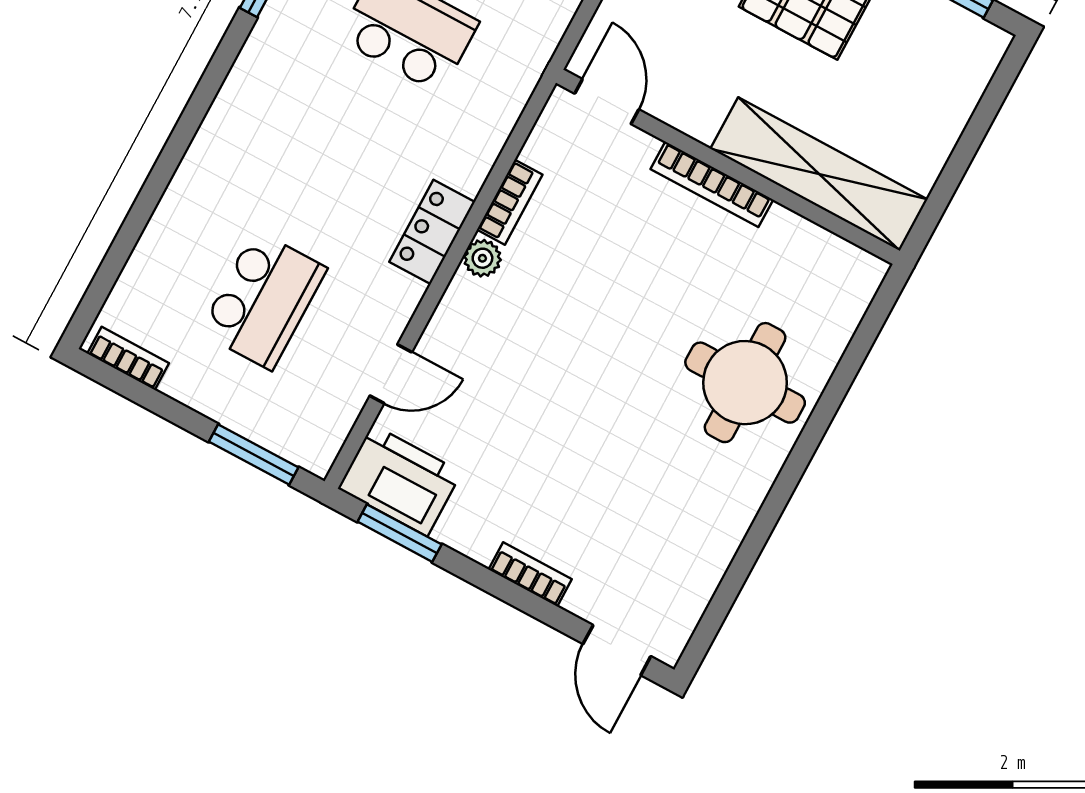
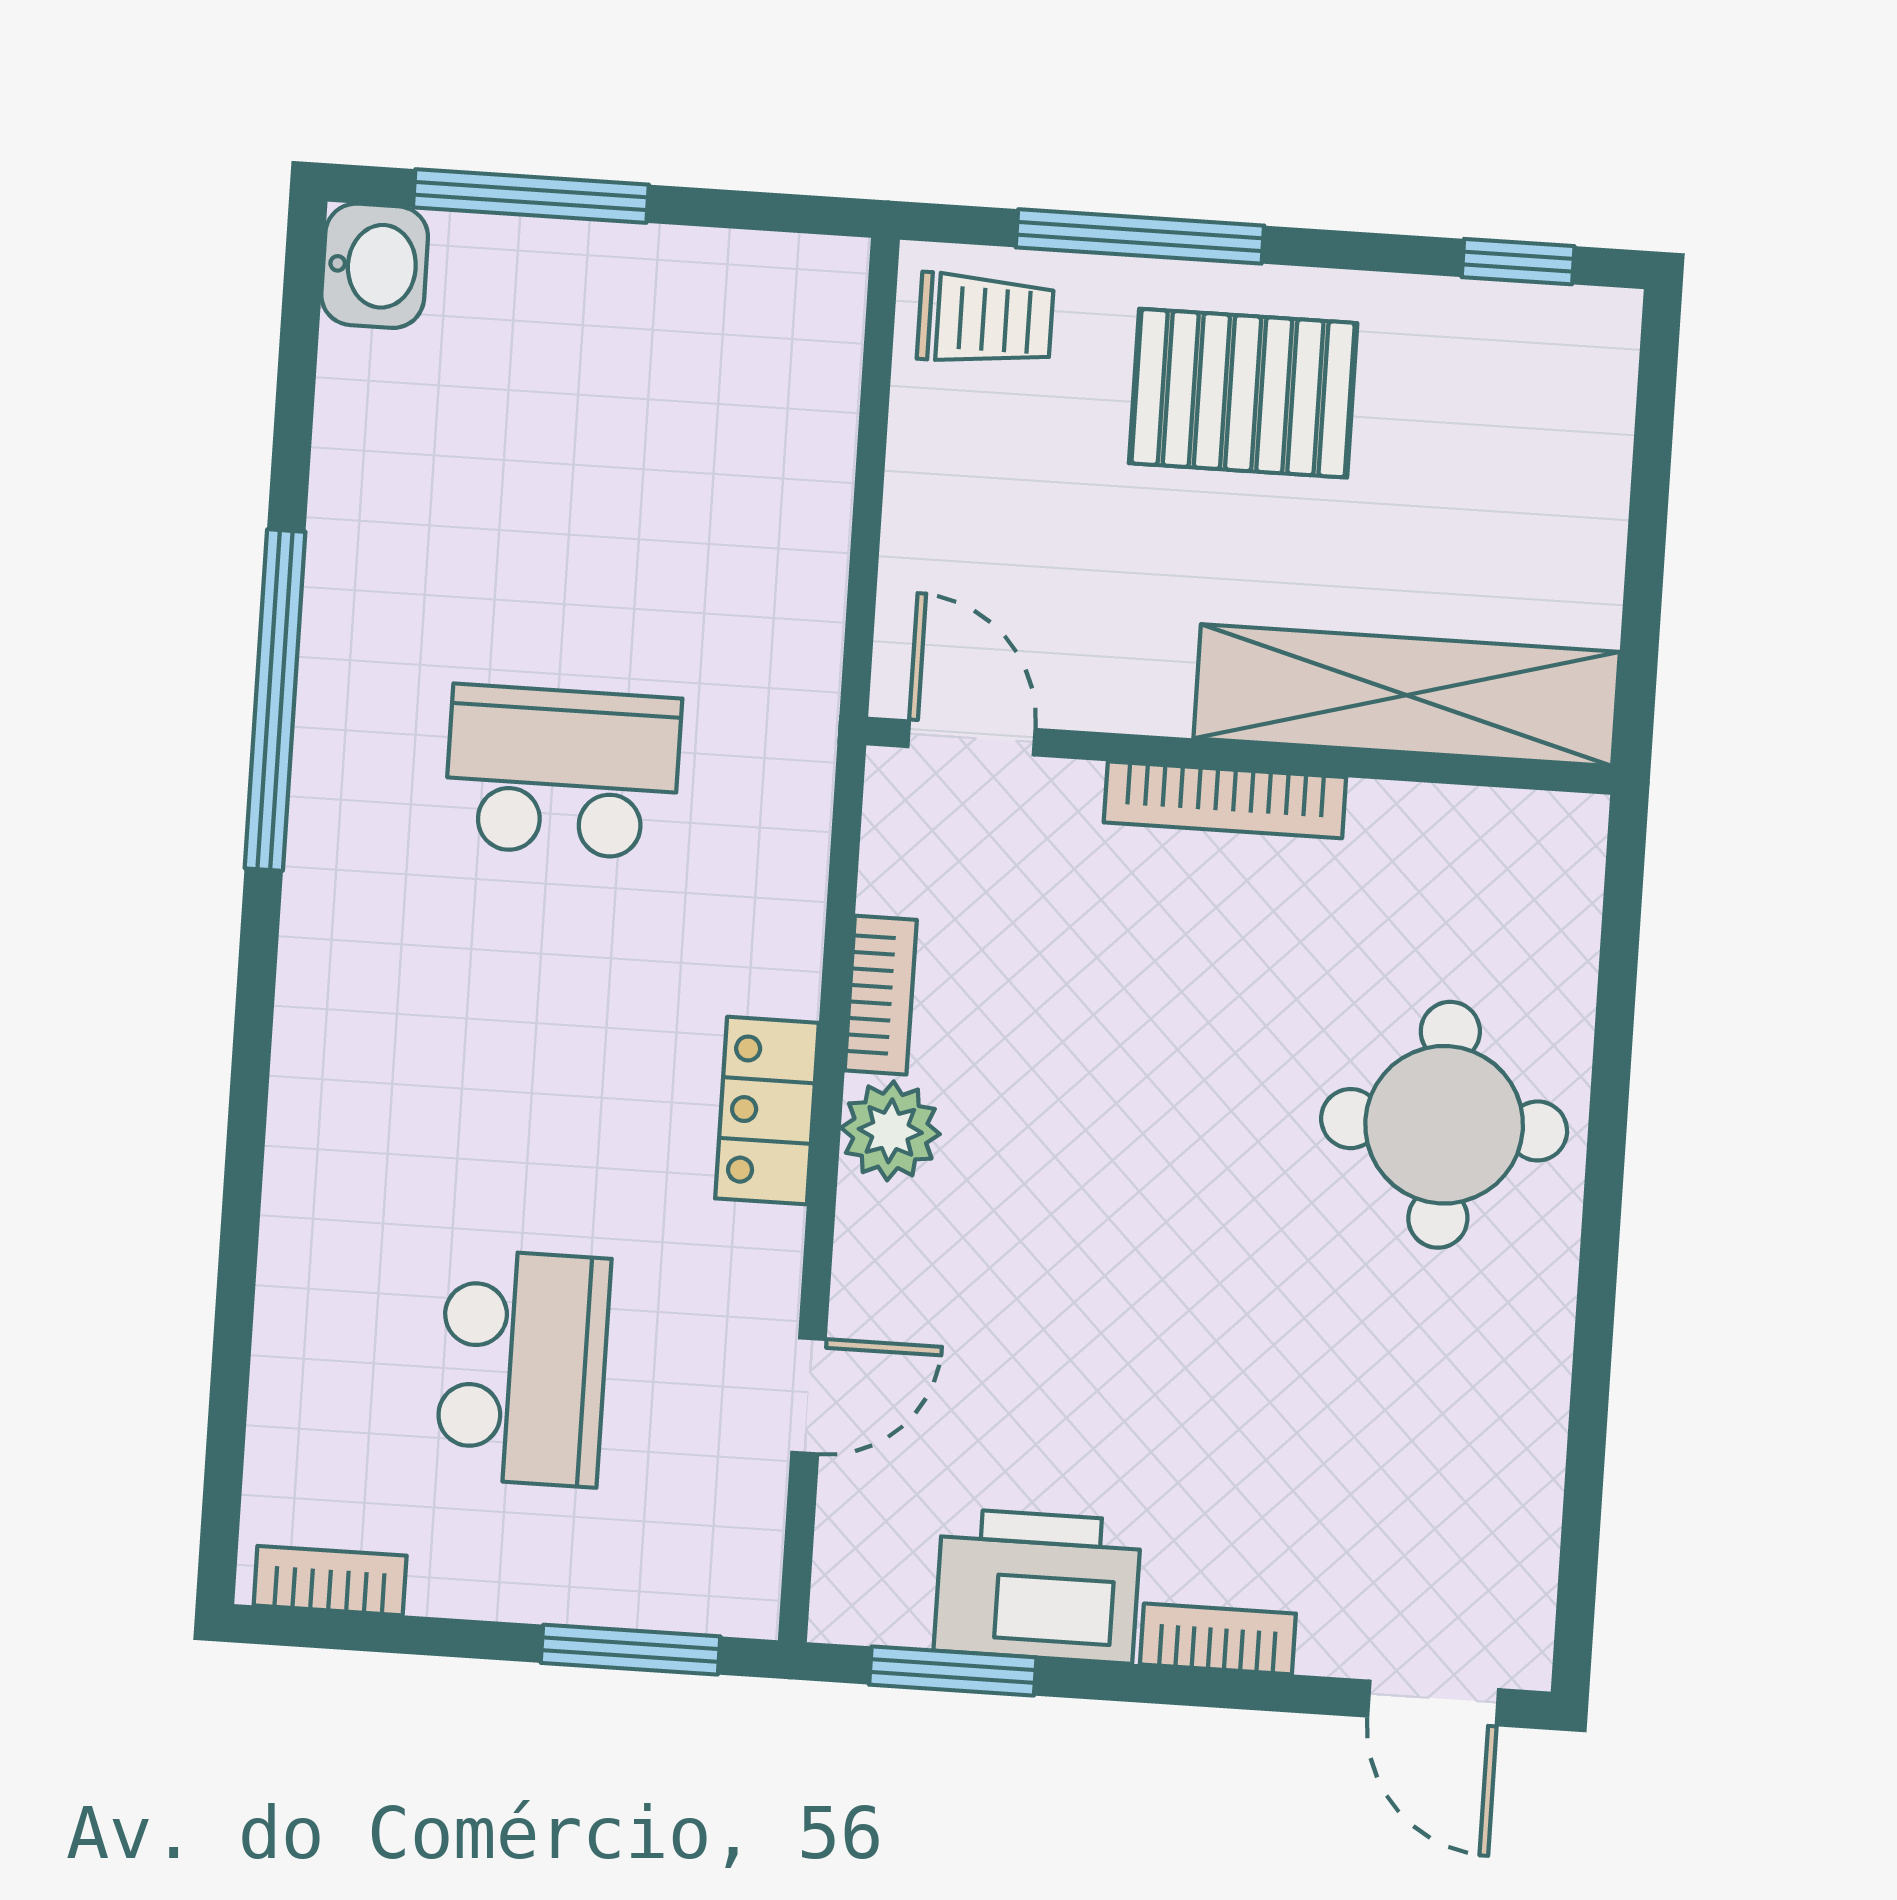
plant: (482, 258) -> (890, 1131), width x1.38, depth x1.38
printer: (400, 480) -> (1038, 1586), moved

